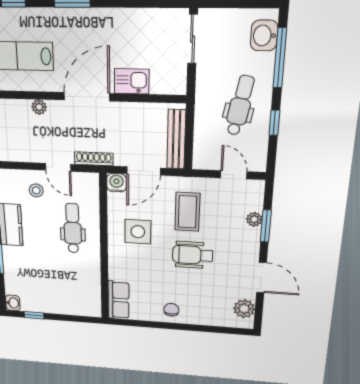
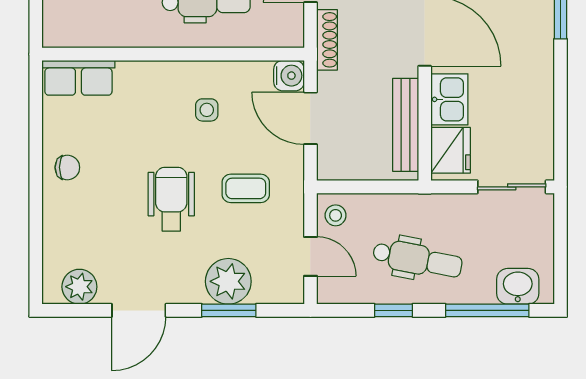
fridge: (166, 81) -> (451, 150), added
bench: (176, 139) -> (406, 125), moved, turned 90
stool: (207, 158) -> (336, 215), added
door: (234, 175) -> (310, 256), hinge flipped
coffee table: (187, 212) -> (246, 188), width x0.73, depth x0.77
plant: (254, 219) -> (228, 281), width x1.87, depth x1.87
side table: (138, 232) -> (207, 110), width x0.54, depth x0.54

